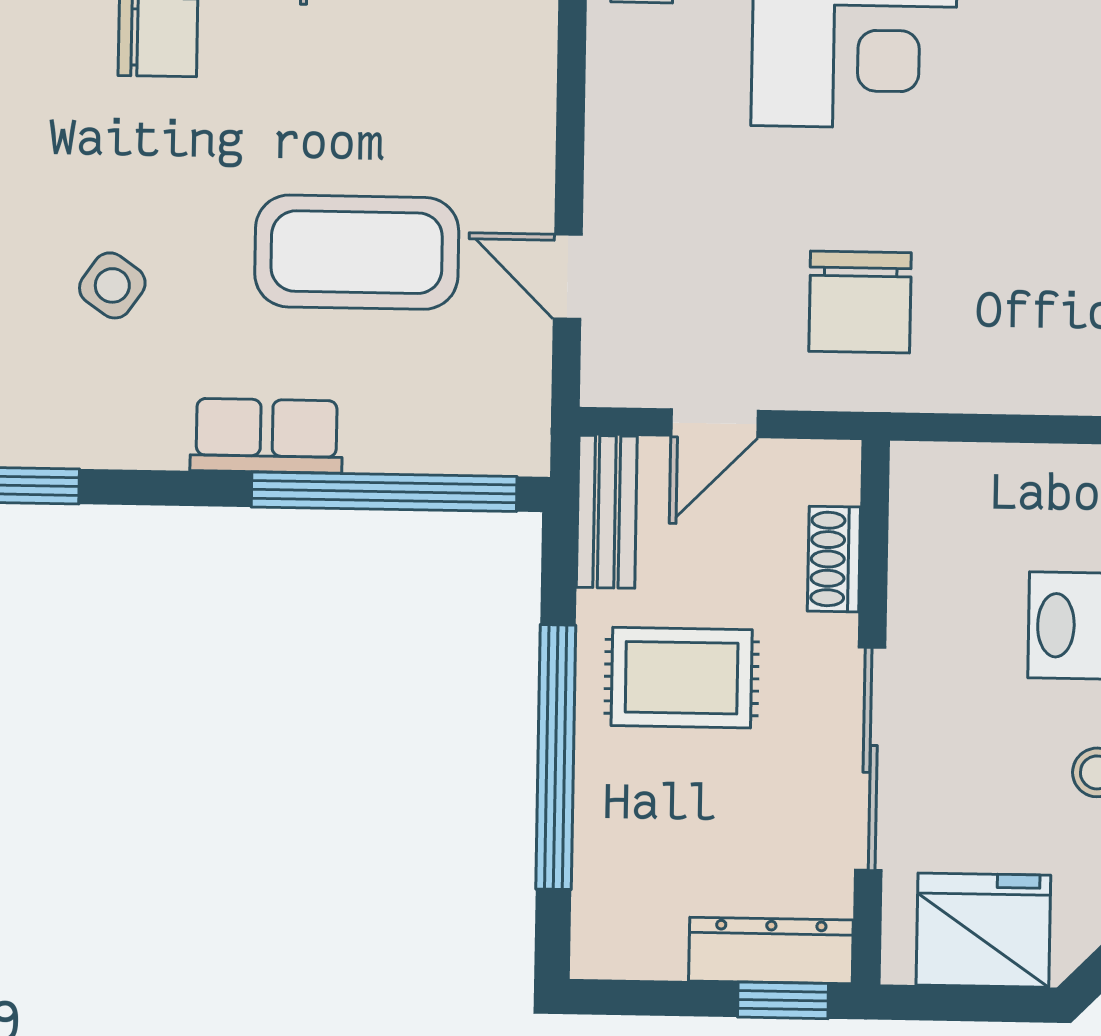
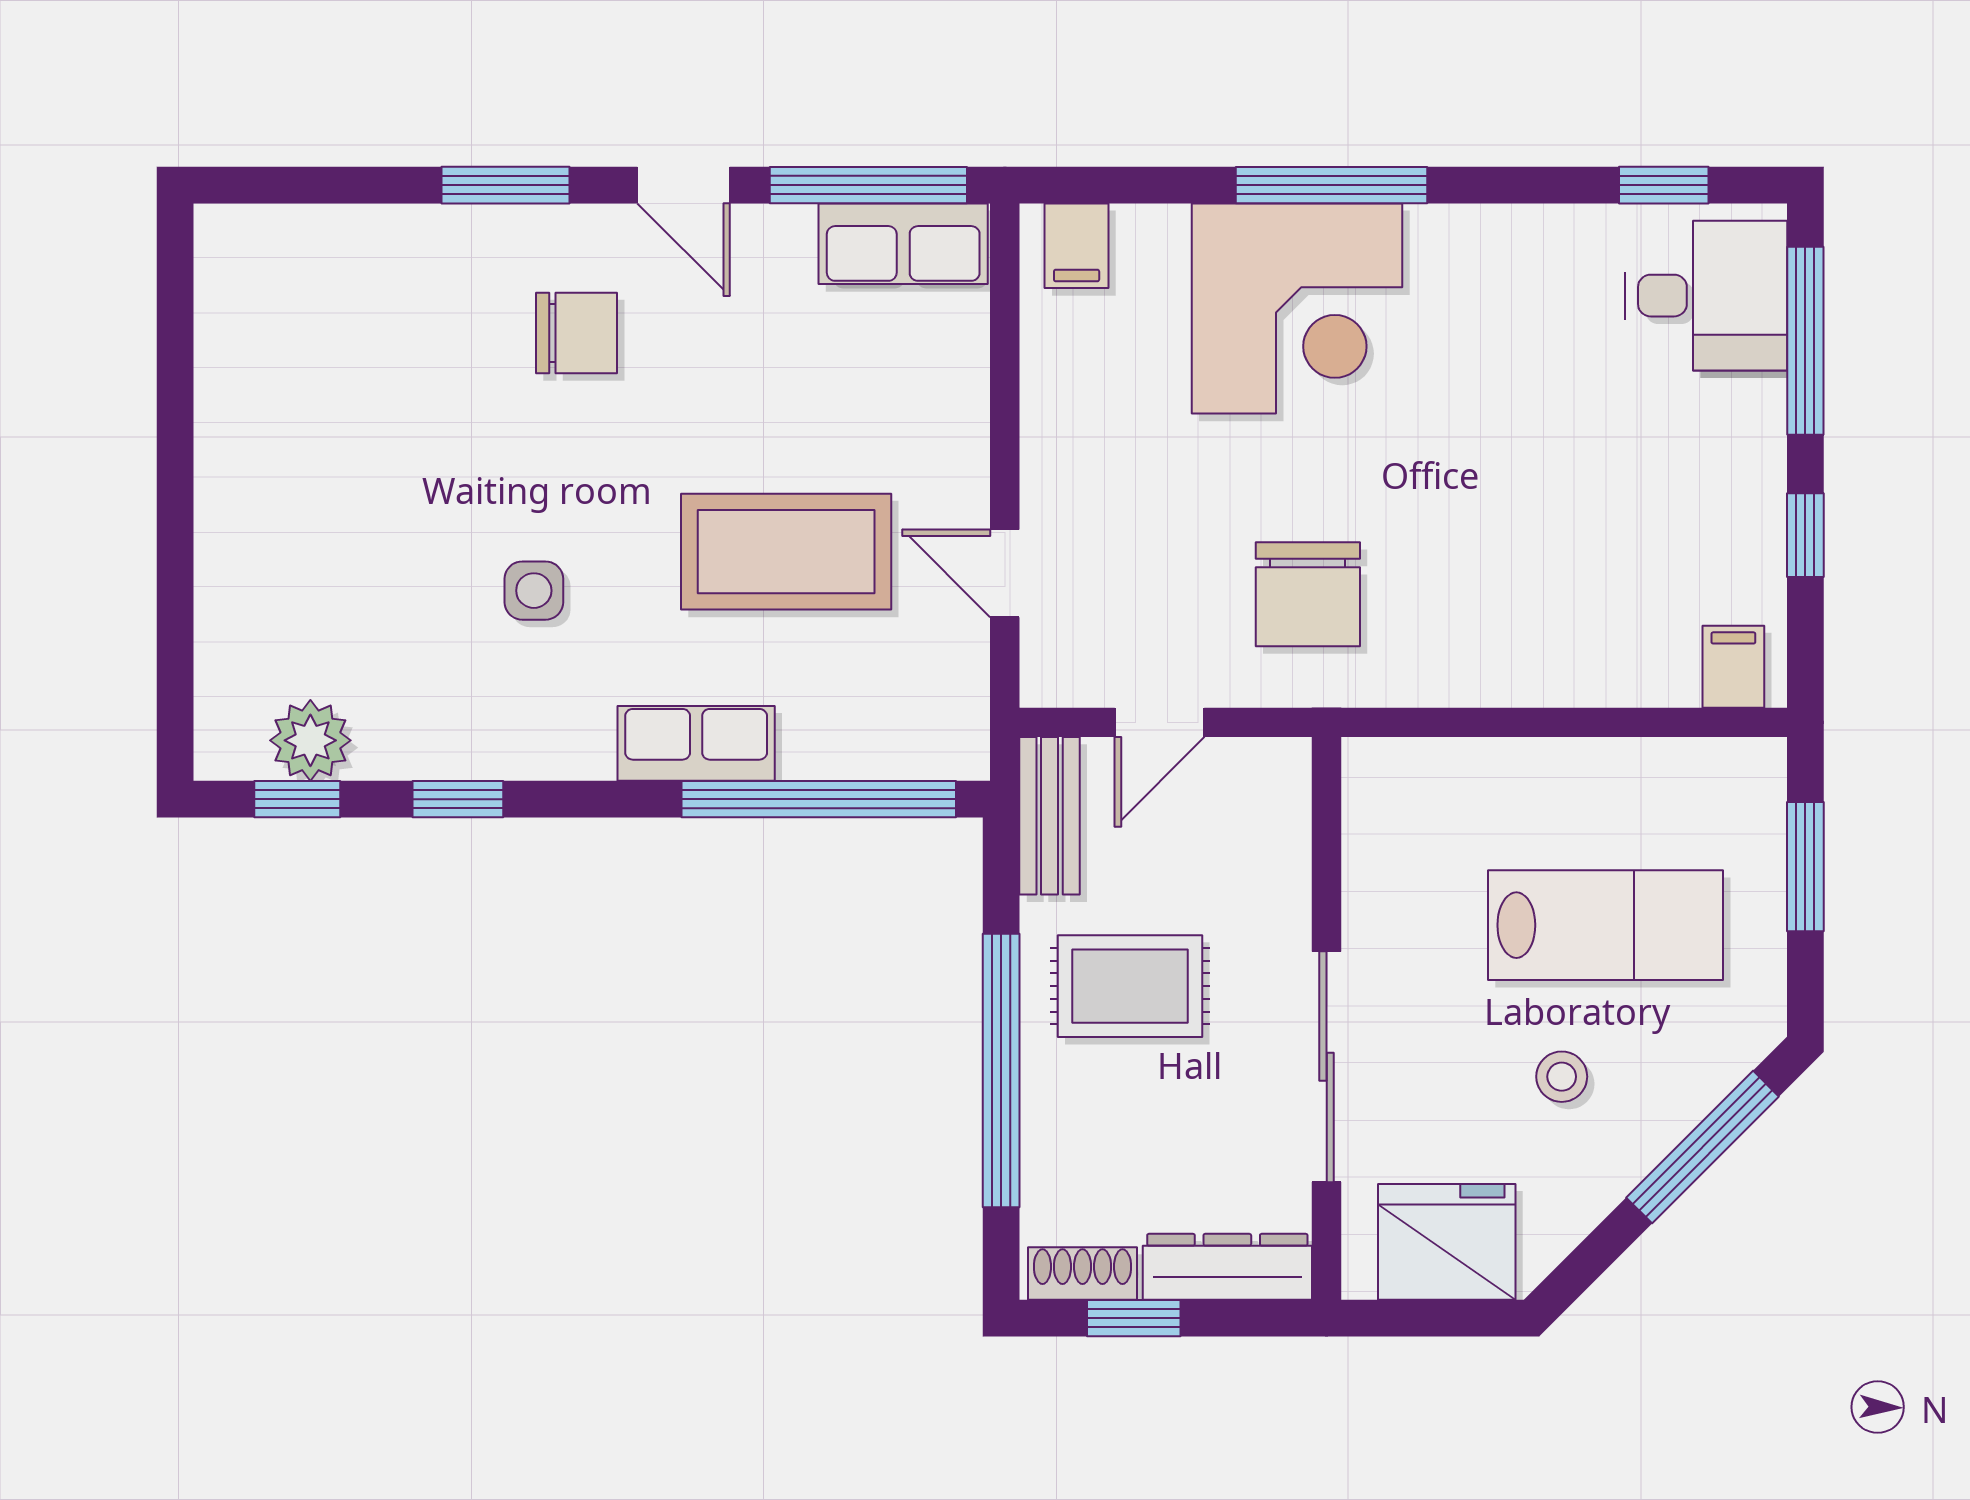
side table: (112, 285) -> (534, 591), turned -35
shoe rack: (834, 559) -> (1083, 1273), moved, turned 90
window: (783, 1000) -> (1134, 1318), moved

